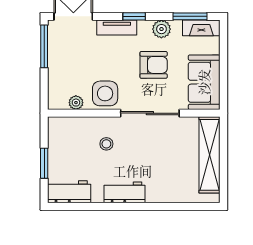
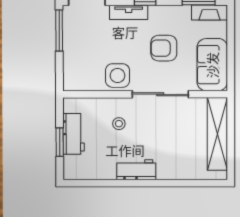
plant: (161, 29) -> (171, 14), removed
armchair: (154, 65) -> (164, 48), turned 180
plant: (76, 103) -> (90, 84), removed
workbench: (69, 192) -> (73, 134), moved, turned 90

